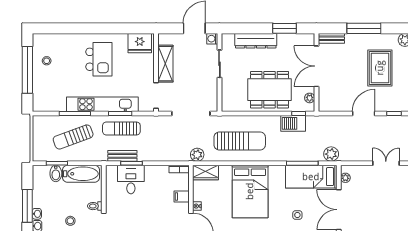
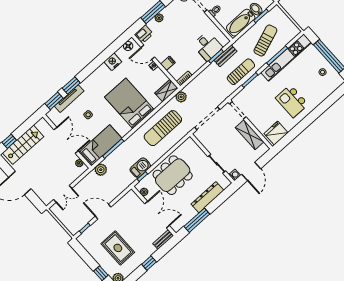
window: (285, 28) -> (197, 220), width x1.44
window: (364, 28) -> (149, 263), width x0.46
kitchen unit: (102, 104) -> (286, 58), moved
door: (364, 113) -> (103, 212), swing flipped

